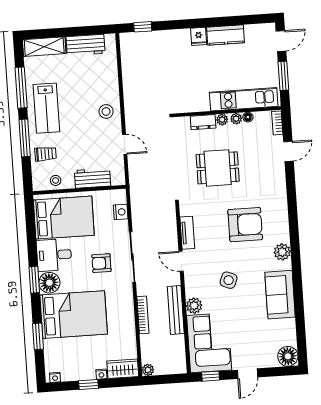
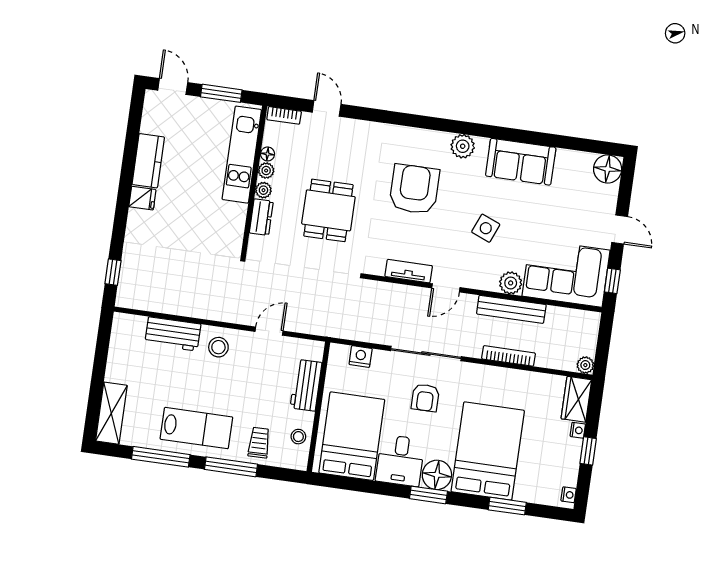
workbench: (86, 45) -> (173, 334), moved, turned 90

